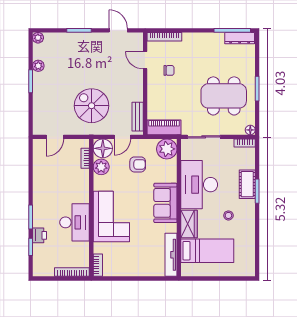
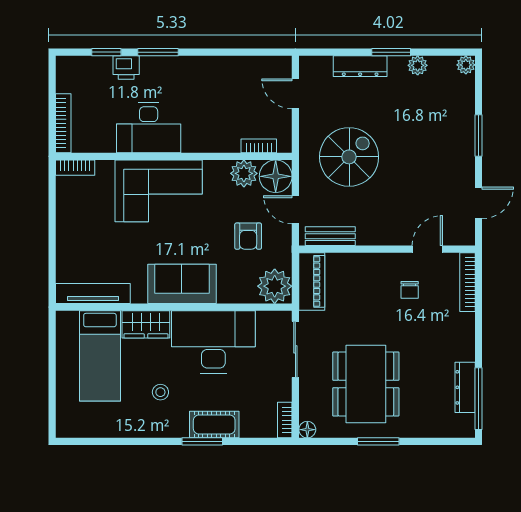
dresser: (240, 38) -> (465, 387), moved
dresser: (39, 99) -> (360, 66), added

